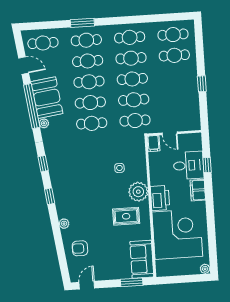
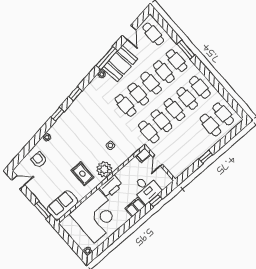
window: (32, 106) -> (107, 58), width x0.68

